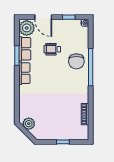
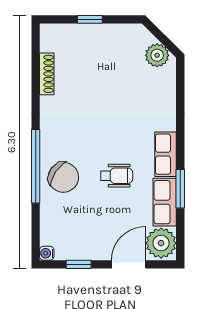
door: (43, 17) -> (129, 264), hinge flipped
wheelchair: (52, 49) -> (117, 176), moved
chair: (76, 61) -> (63, 177), turned 124

